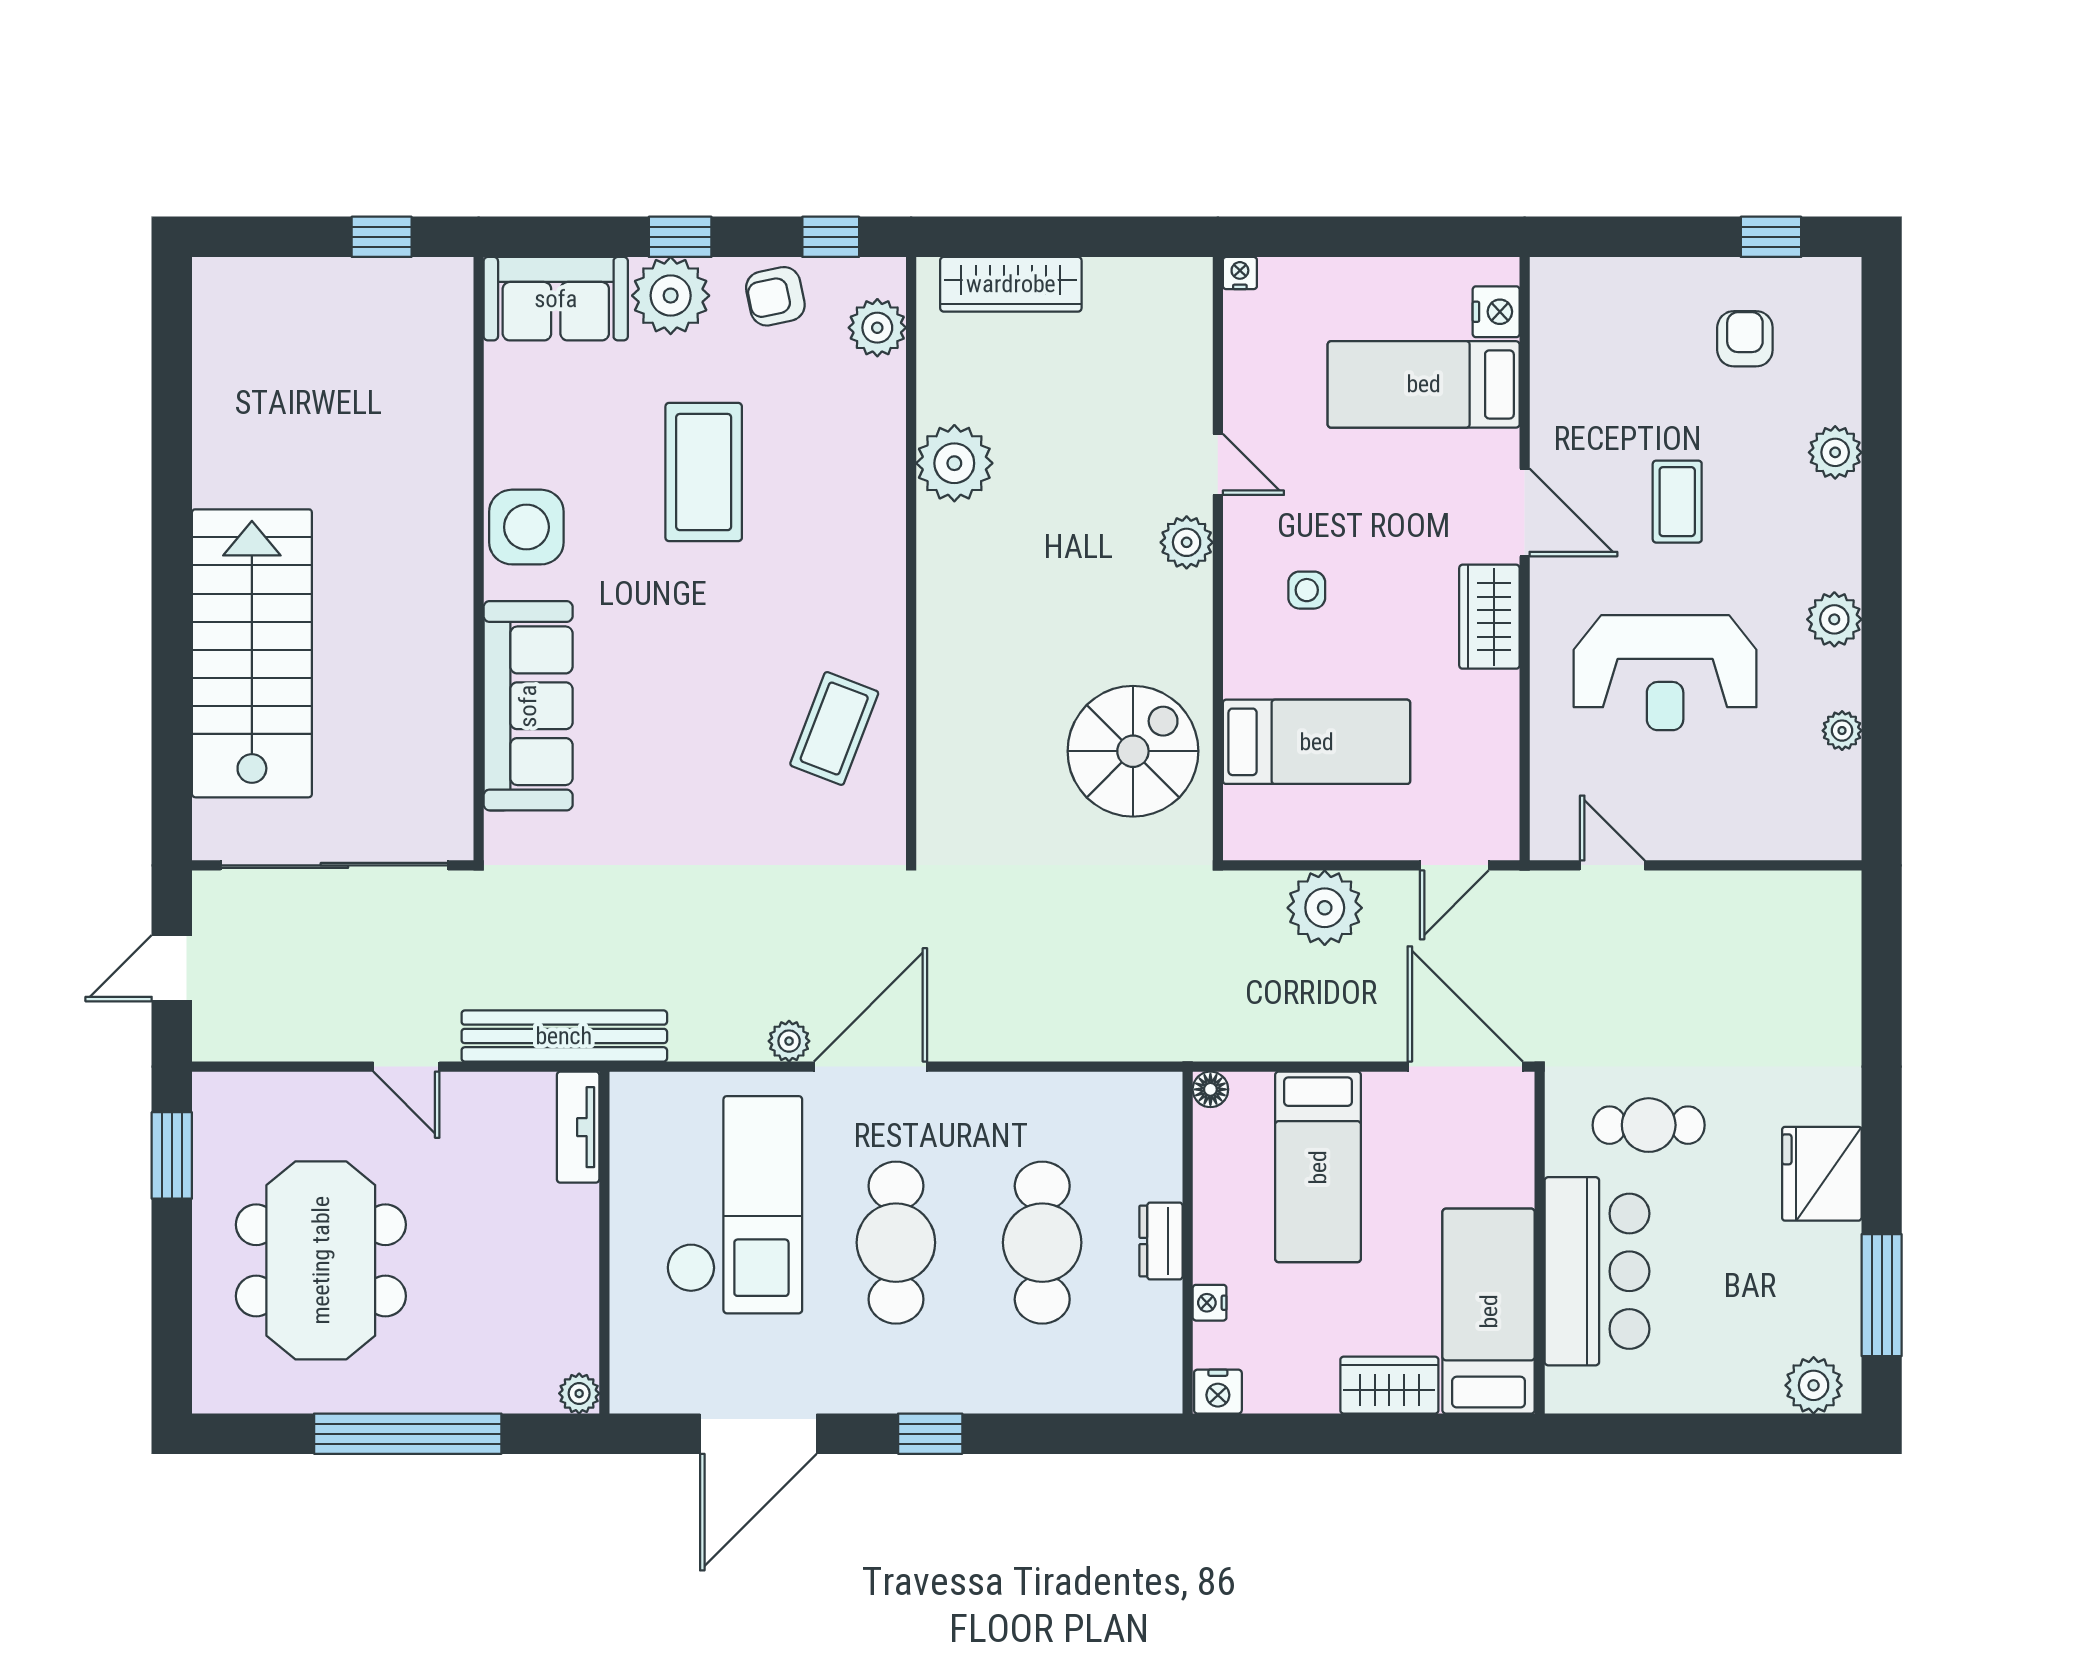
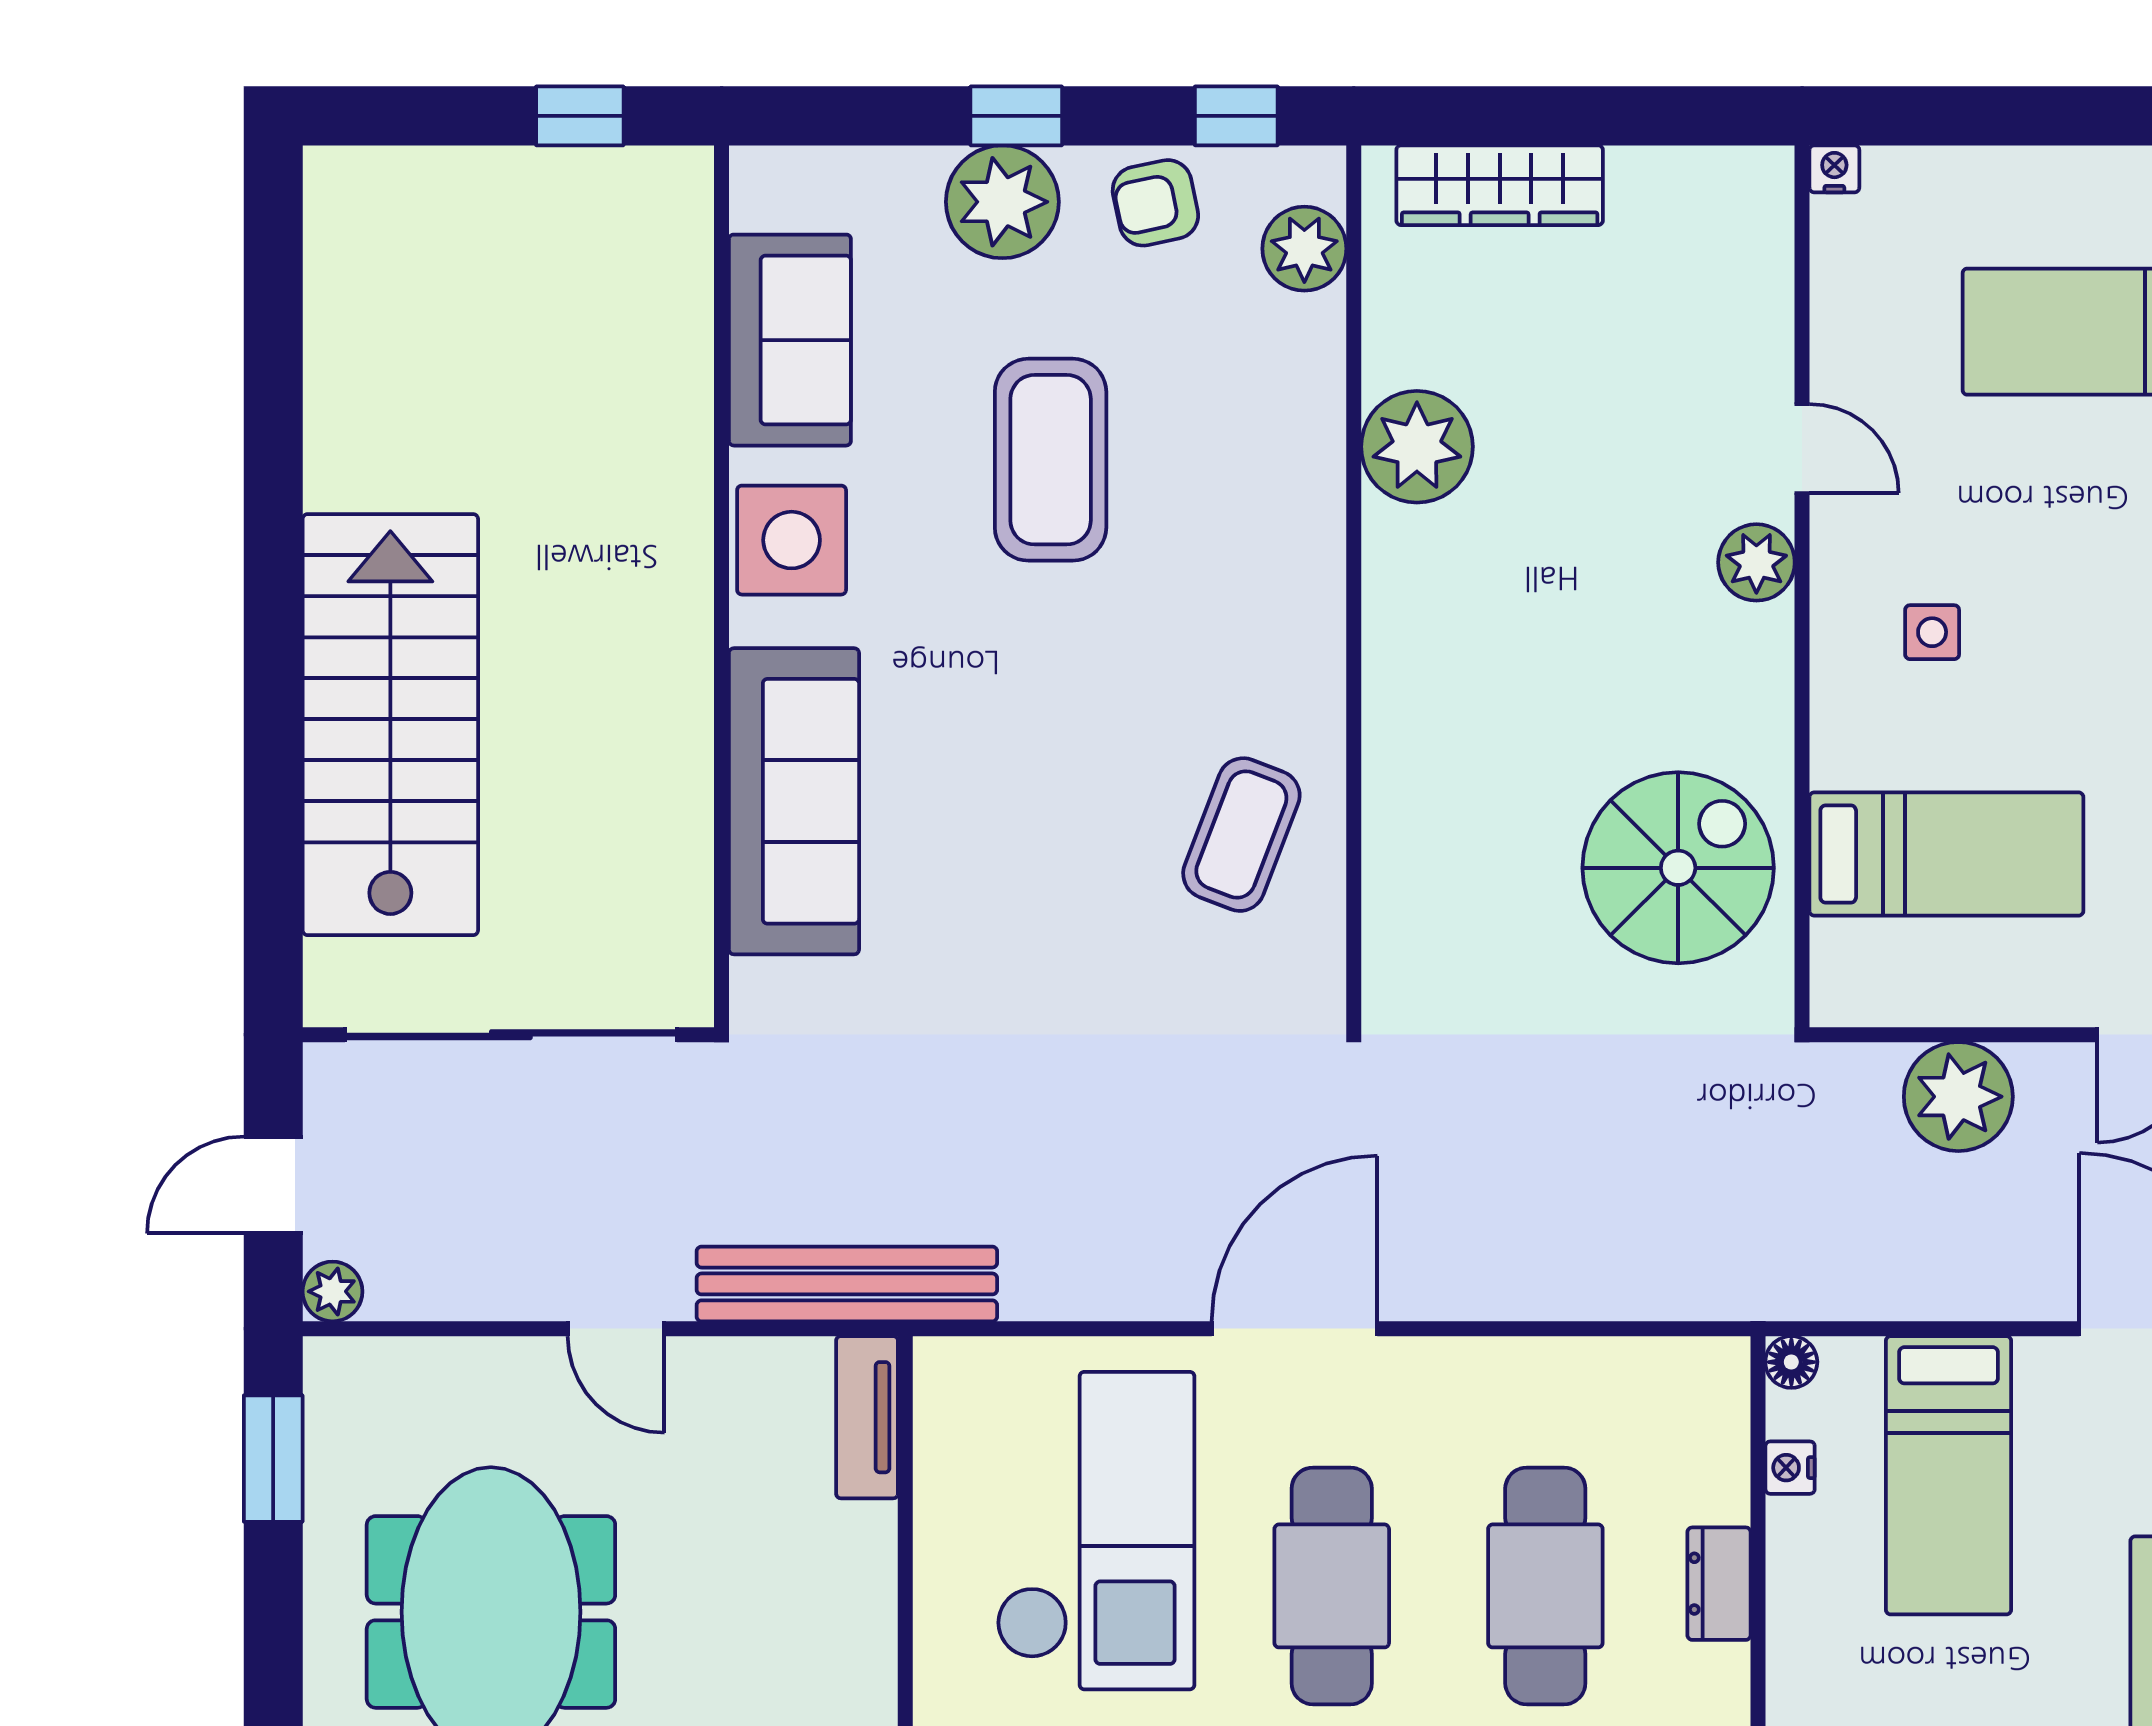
sofa: (556, 299) -> (790, 340), moved, turned -90
plant: (789, 1041) -> (333, 1291), moved
nightstand: (1210, 1303) -> (1790, 1468), moved

